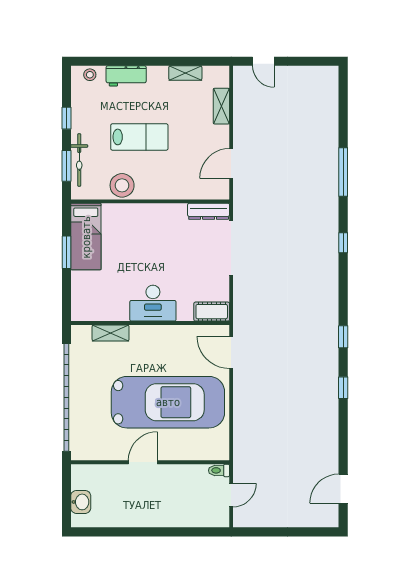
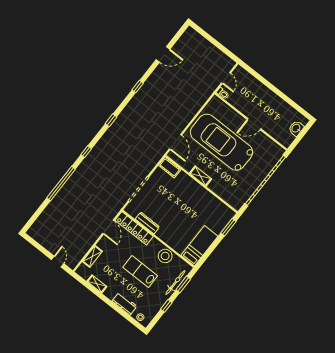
door: (231, 163) -> (108, 227), hinge flipped
window: (343, 172) -> (61, 183), width x1.46
locker: (195, 190) -> (134, 228), added
dresser: (209, 211) -> (147, 223), moved
window: (66, 252) -> (228, 227), moved
desk: (153, 303) -> (193, 192), removed
shelving: (111, 333) -> (200, 176), moved
window: (343, 337) -> (111, 120), moved
door: (343, 489) -> (163, 54), moved
door: (231, 495) -> (226, 78), swing flipped

